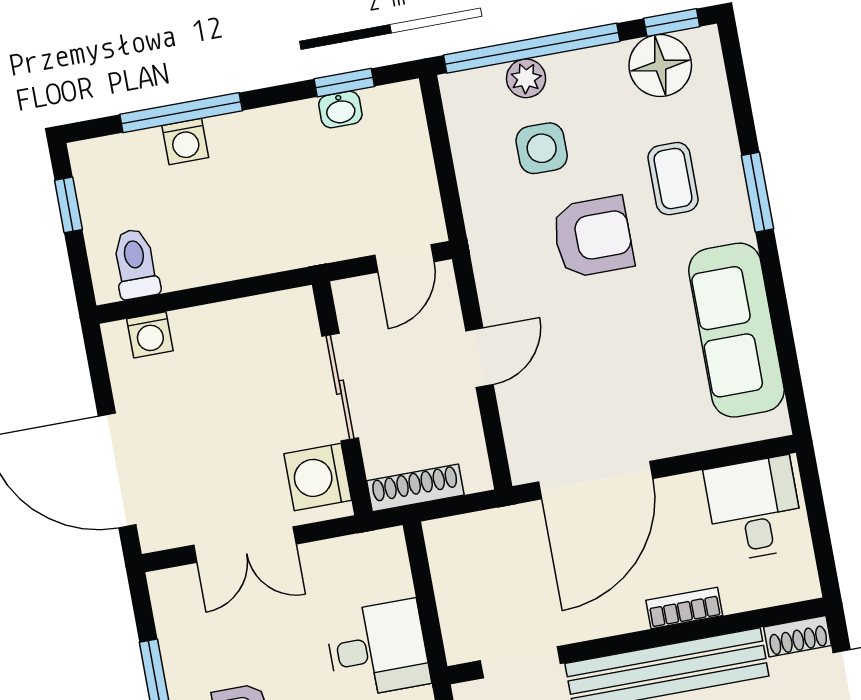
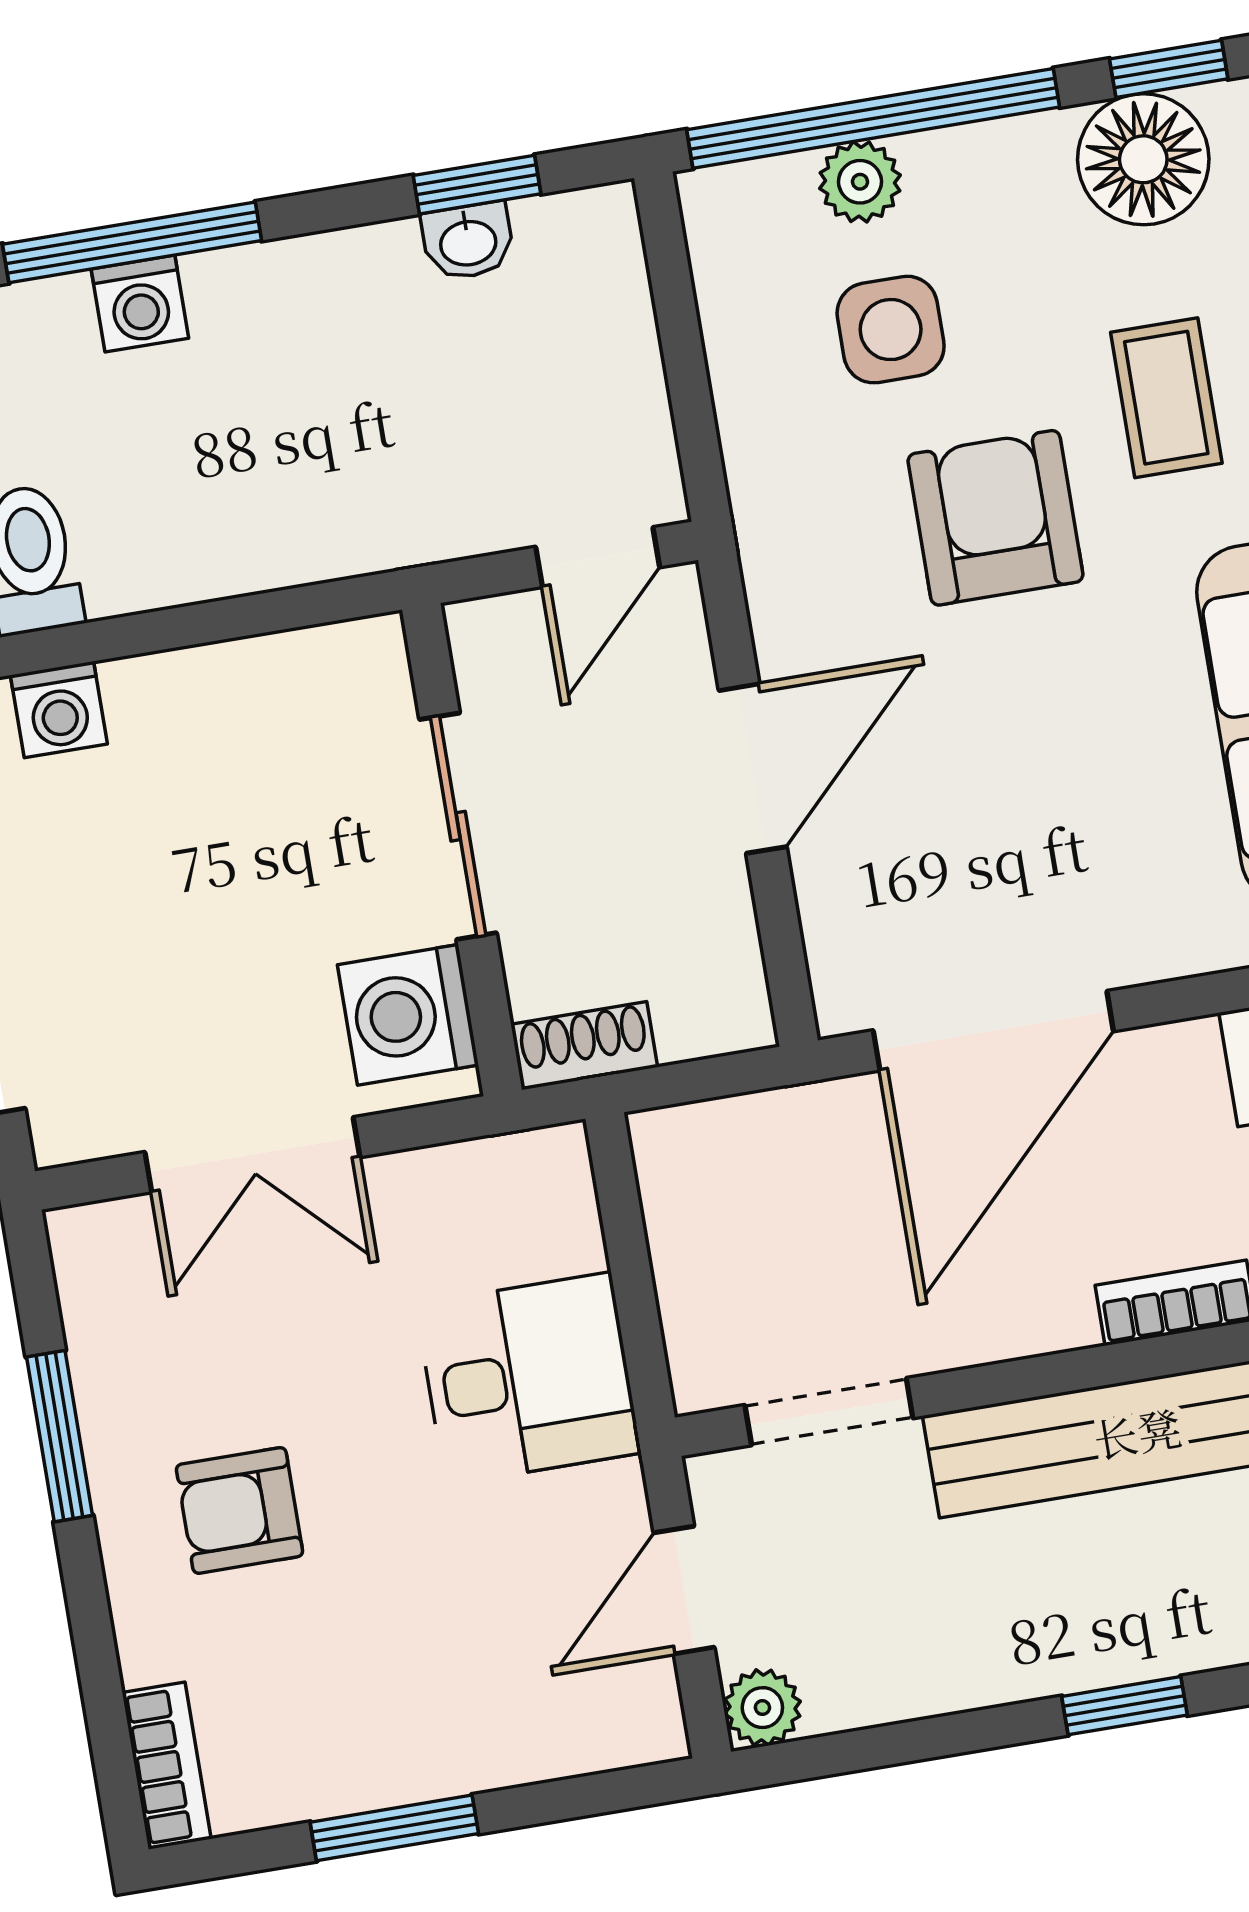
armchair: (593, 237) -> (995, 518), turned -90
door: (479, 358) -> (753, 769), width x1.38
shoe rack: (415, 488) -> (584, 1046), width x0.70

